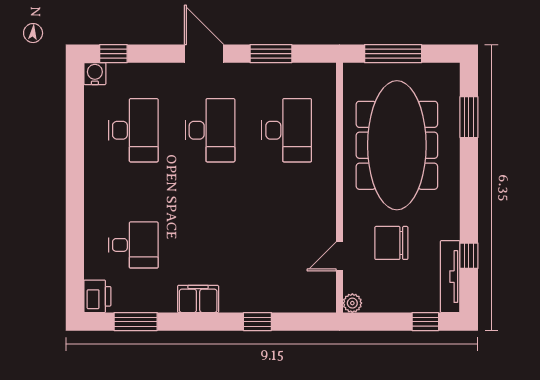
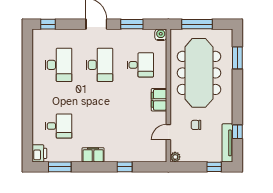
water cooler: (95, 74) -> (161, 35), moved
desk: (287, 130) -> (140, 65), width x0.73
filing cabinet: (322, 196) -> (159, 100), added
chair: (391, 243) -> (196, 125), width x0.54, depth x0.54

